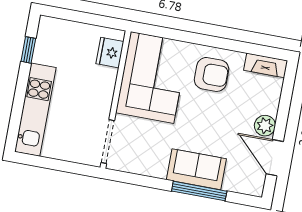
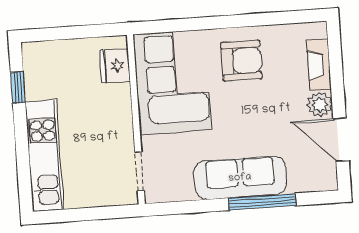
fireplace: (266, 65) -> (319, 65), moved, turned 90
doorway: (108, 141) -> (140, 171), width x0.73
sofa: (196, 169) -> (240, 178), width x1.36

